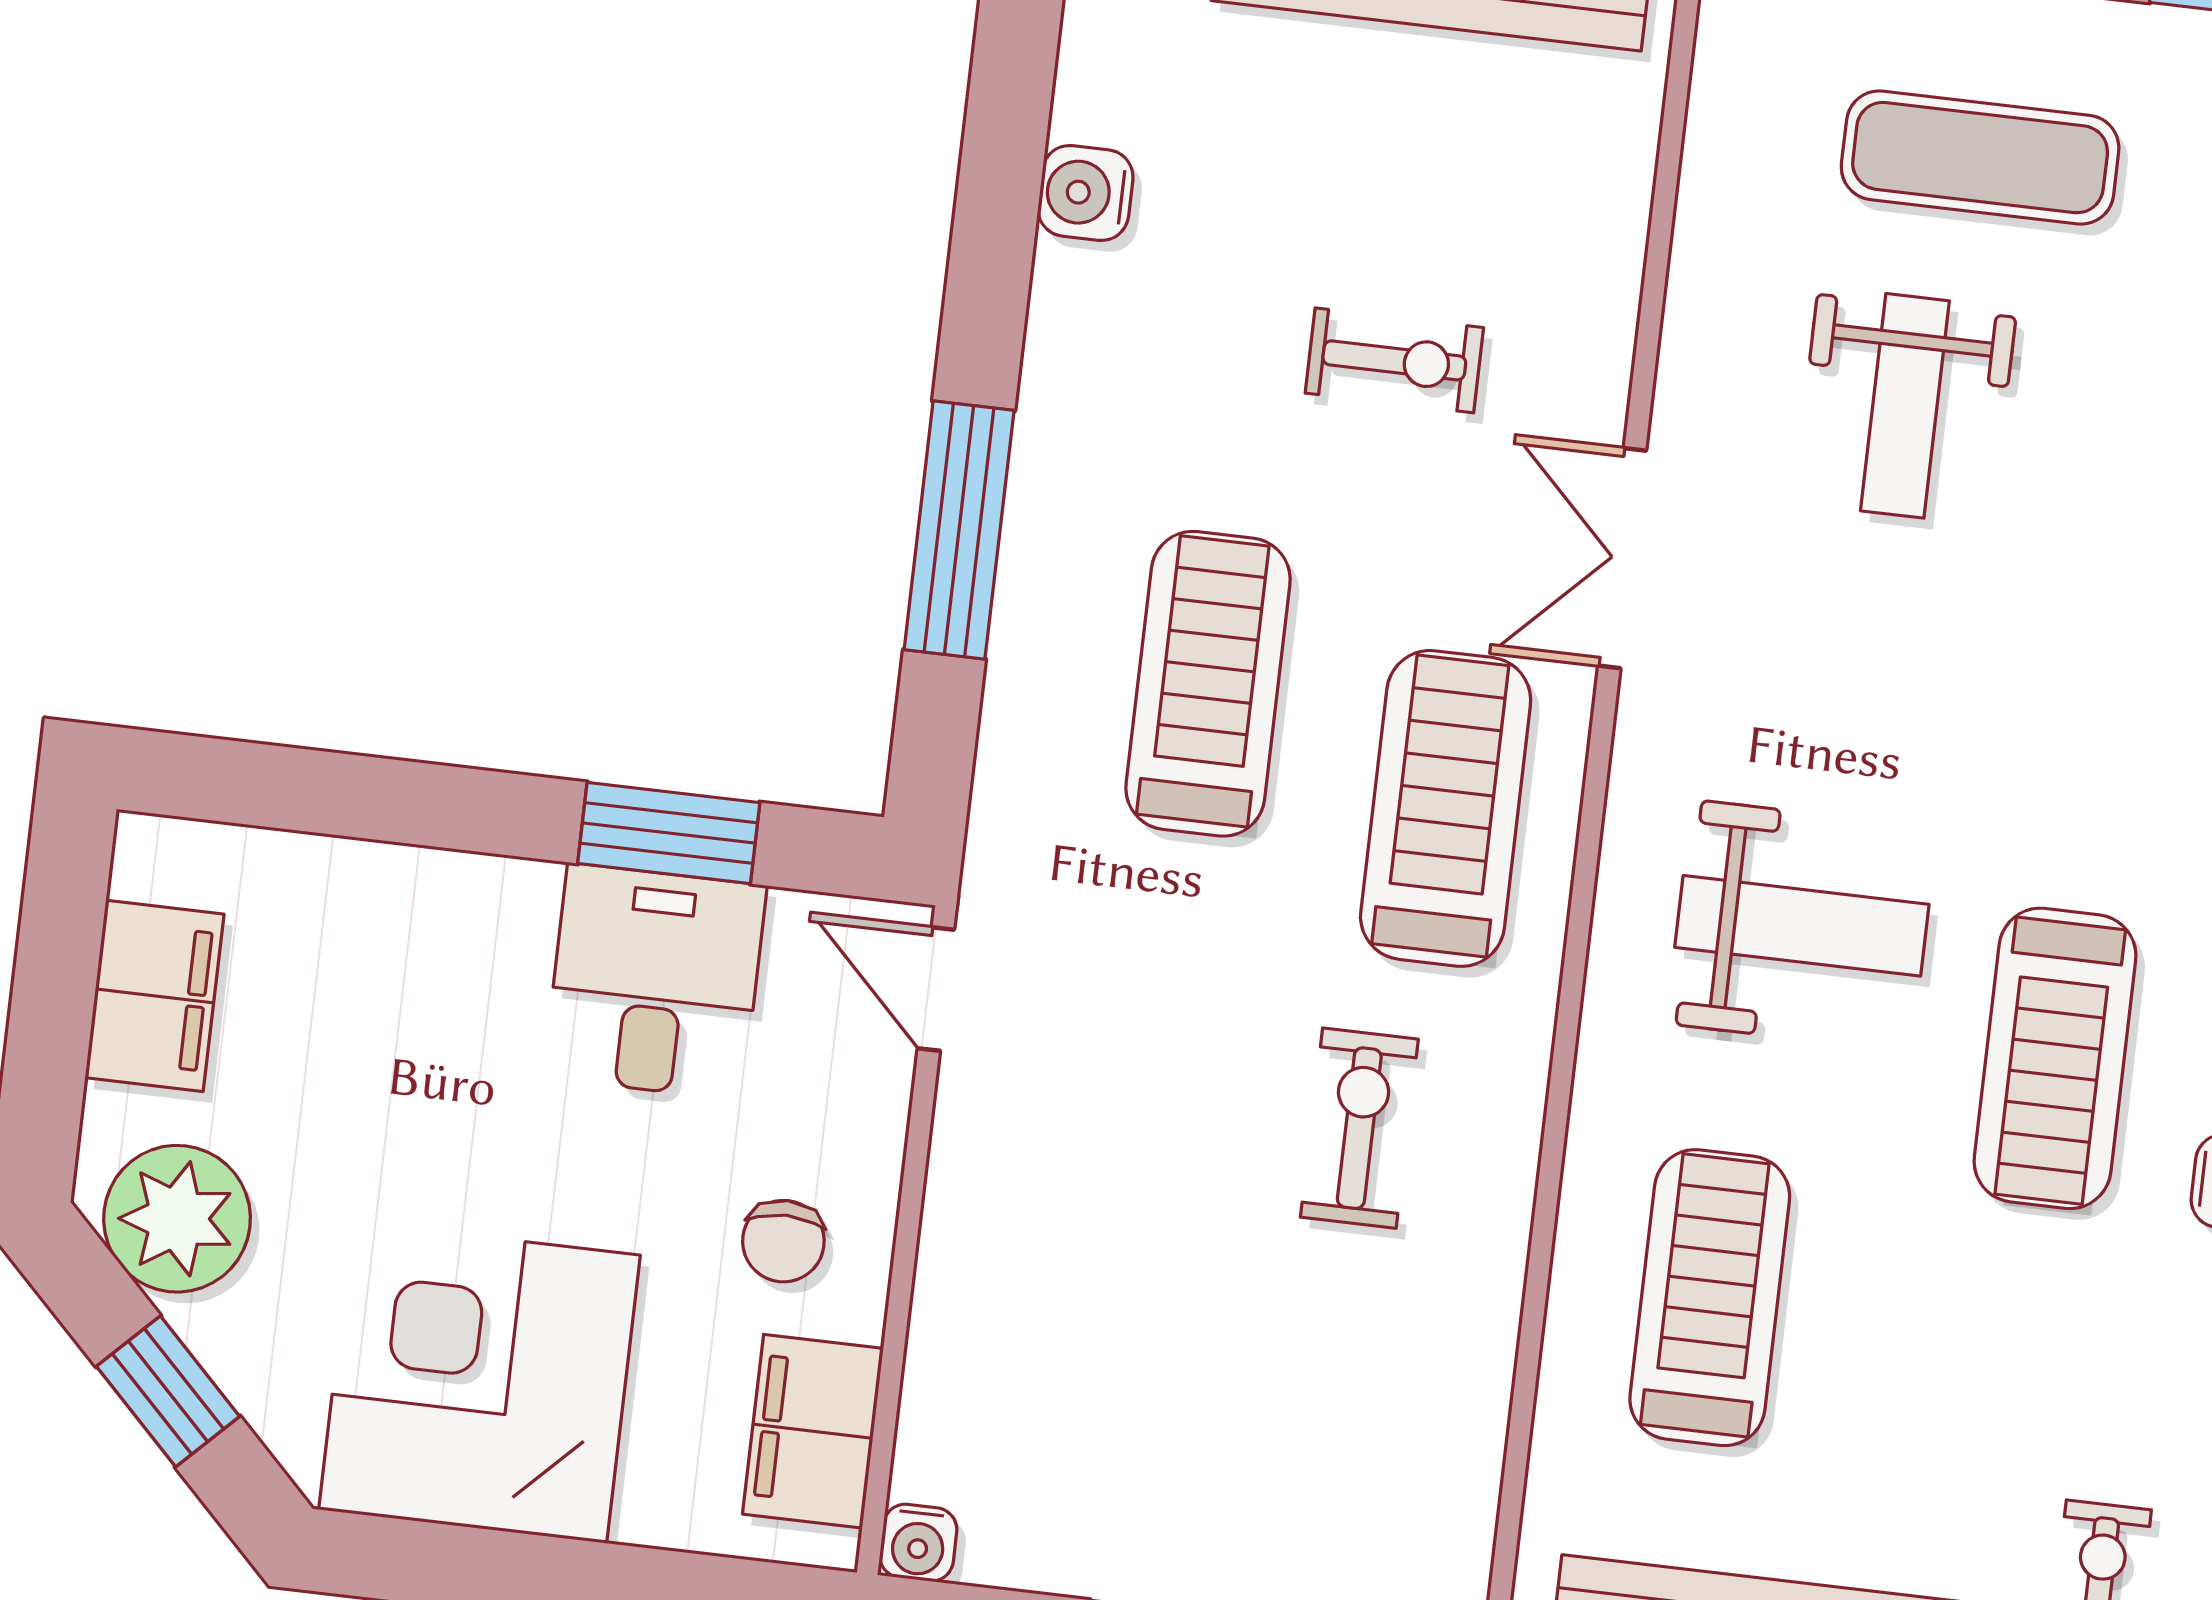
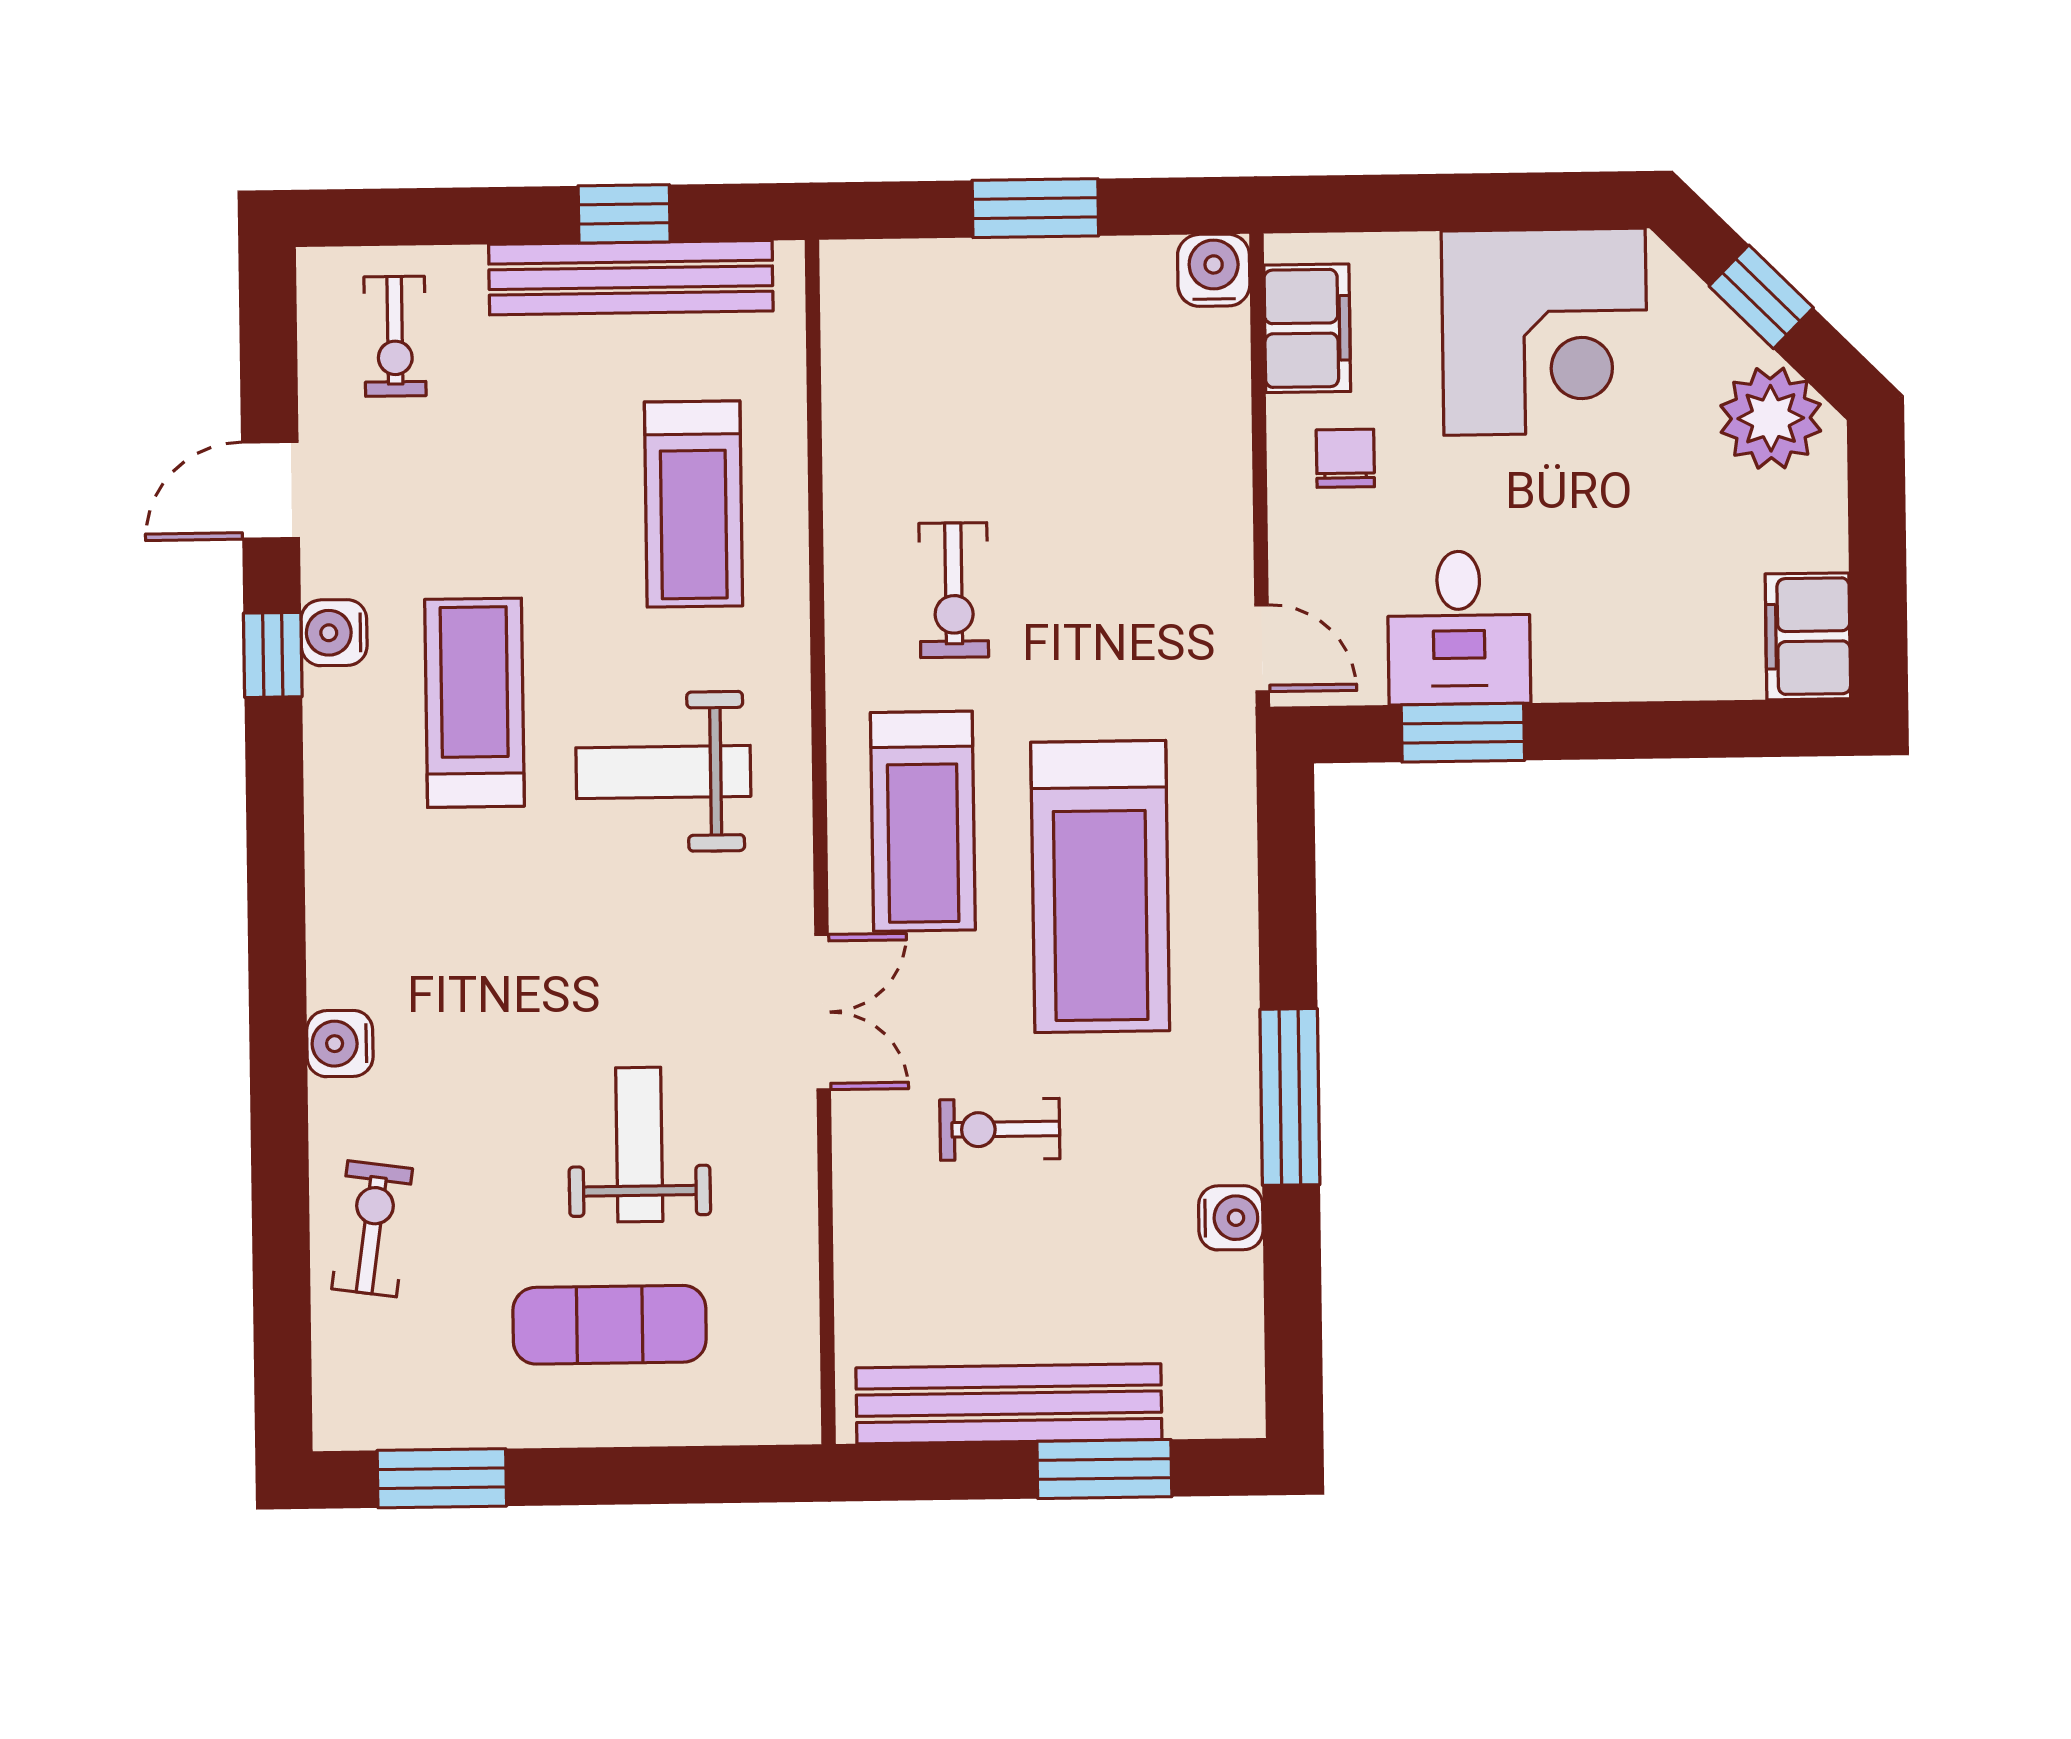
window: (959, 530) -> (1290, 1097), moved
treadmill: (1208, 684) -> (1100, 886), width x1.37, depth x1.38
filing cabinet: (154, 996) -> (1808, 636), moved
water cooler: (918, 1543) -> (1214, 270), width x1.38, depth x1.38

